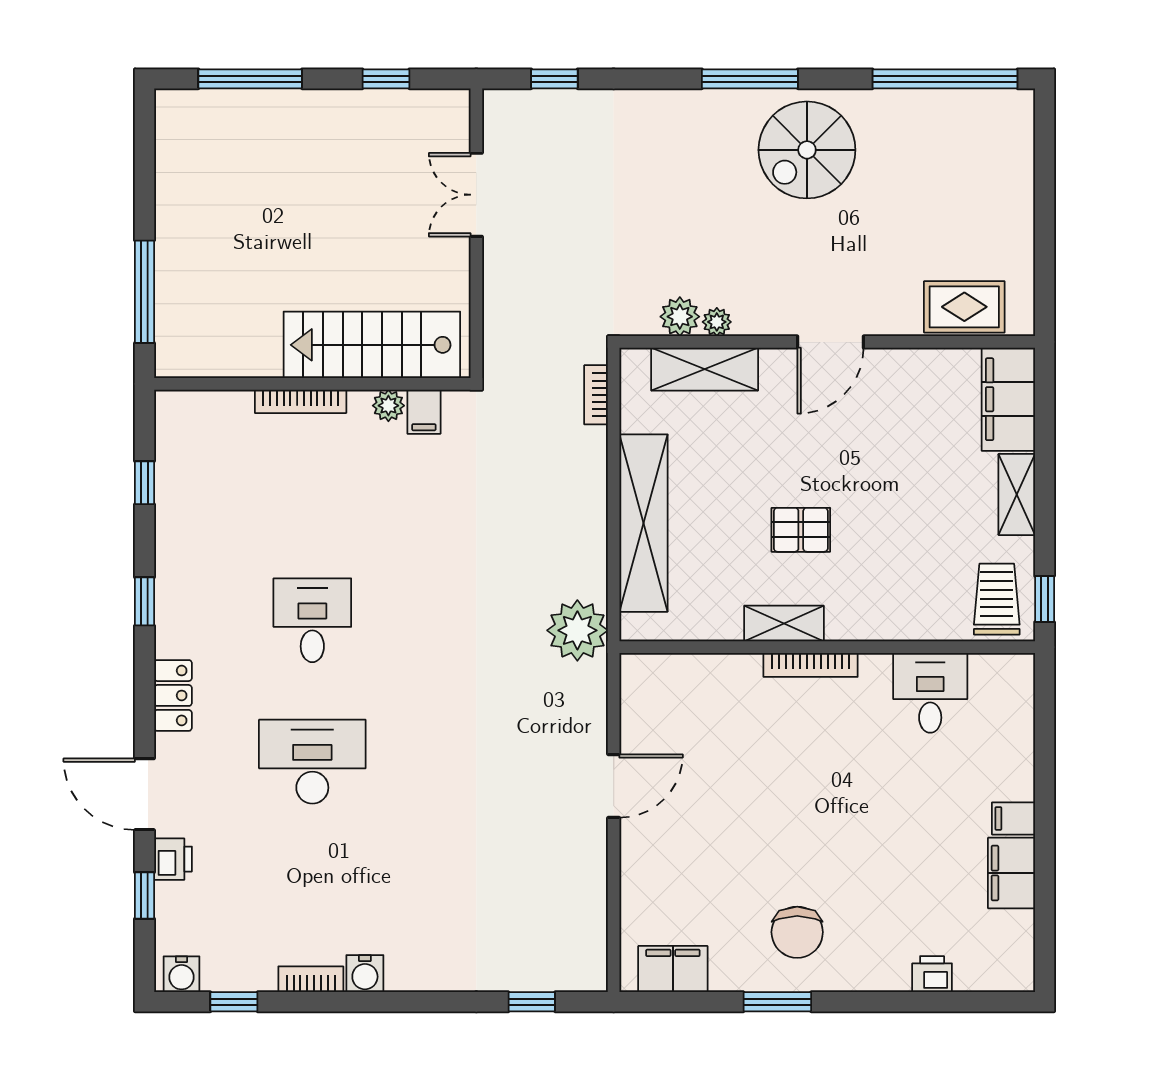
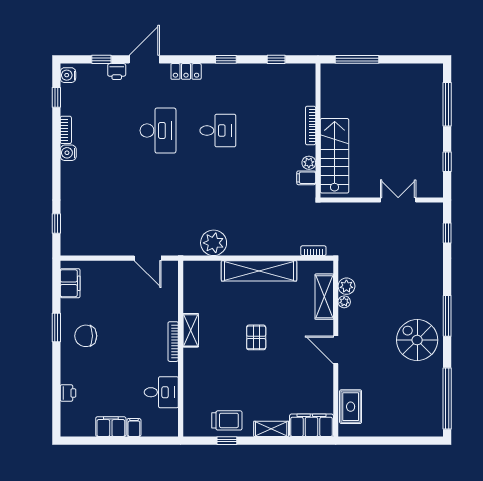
shelving: (784, 623) -> (191, 330), moved
wall: (827, 647) -> (181, 349), moved
bookcase: (811, 665) -> (173, 342), moved
desk: (930, 693) -> (161, 392), moved

